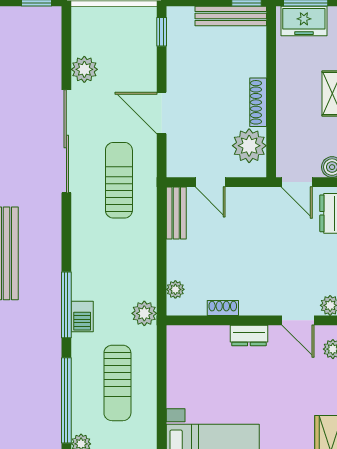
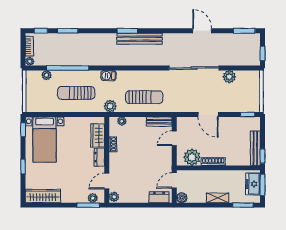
door: (162, 113) -> (208, 114), swing flipped
sun lounger: (119, 180) -> (144, 97), moved
window: (66, 305) -> (114, 68), removed
wardrobe: (205, 339) -> (98, 135), added

